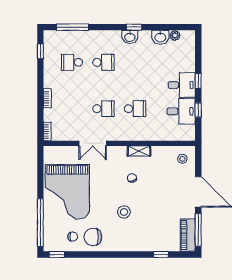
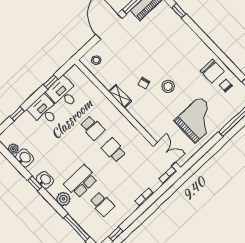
plant: (103, 37) -> (63, 199), added
school desk: (103, 62) -> (81, 182), width x1.85
window: (198, 81) -> (17, 114), moved
school desk: (135, 109) -> (92, 128), turned 180
double door: (93, 143) -> (164, 154), moved
grand piano: (67, 192) -> (197, 120), width x0.73, depth x0.68
stool: (124, 212) -> (168, 86), moved

